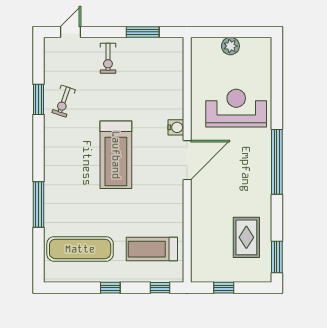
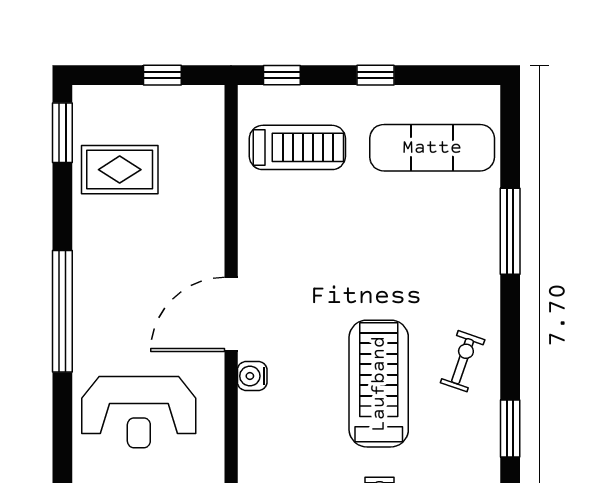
exercise bike: (64, 101) -> (463, 361), moved
treadmill: (116, 155) -> (379, 384), moved
rug: (246, 237) -> (120, 170), turned 90

